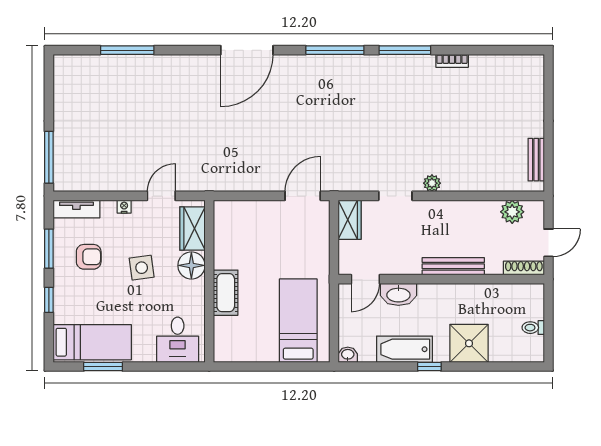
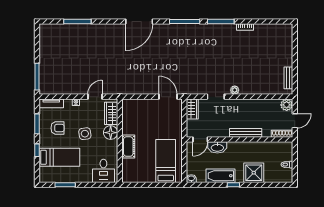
door: (303, 196) -> (168, 97), hinge flipped
plant: (512, 212) -> (287, 105), moved
bed: (92, 342) -> (59, 157), moved

